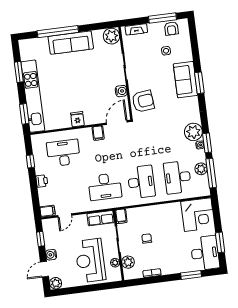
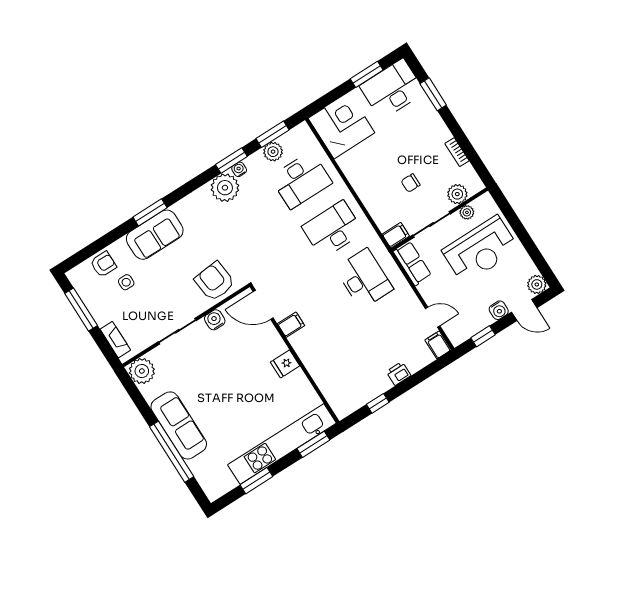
armchair: (171, 29) -> (103, 264), moved
desk: (63, 153) -> (343, 361), removed
window: (211, 173) -> (273, 134), width x0.69

